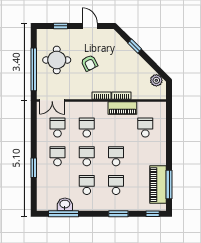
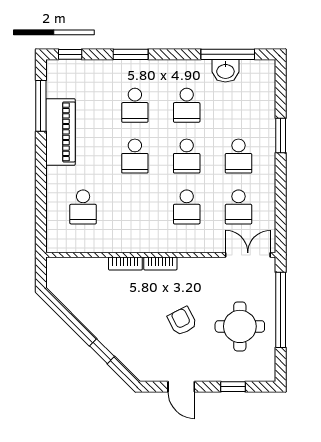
plant: (156, 80) -> (64, 290), removed
piano: (122, 108) -> (123, 241), removed
piano: (158, 185) -> (61, 132), moved

